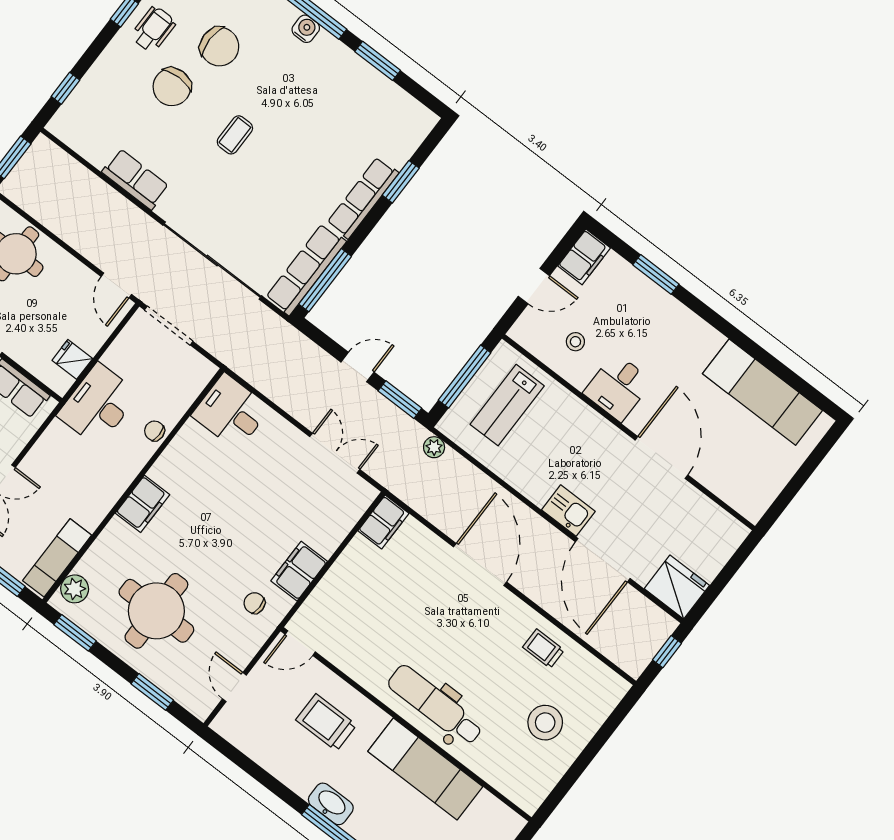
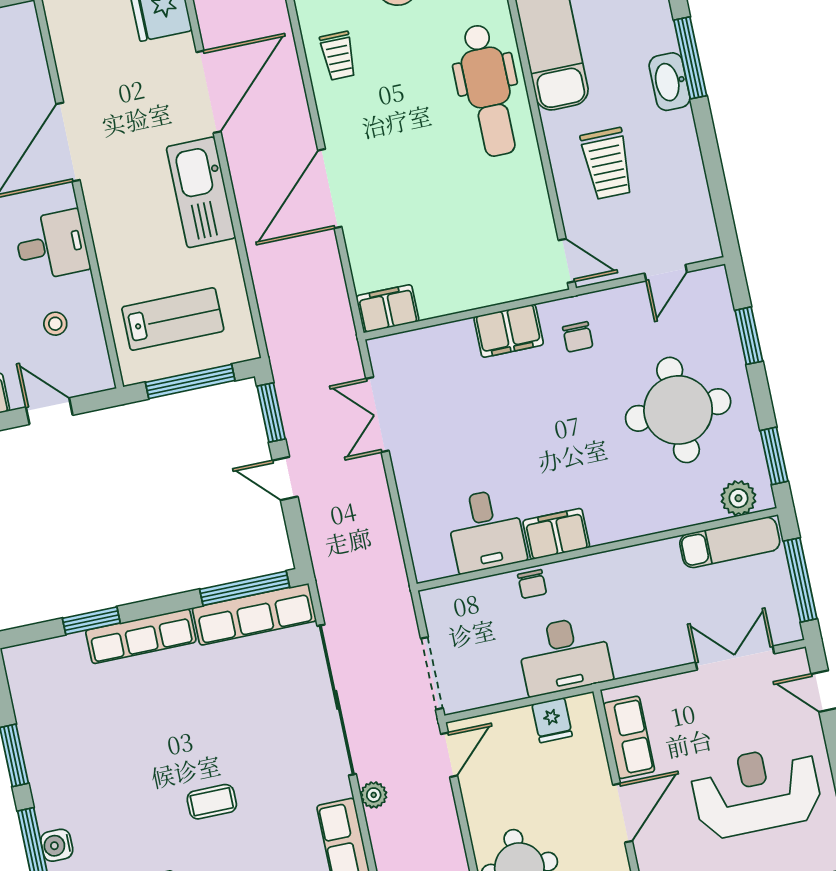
desk: (231, 412) -> (486, 531), moved
plant: (434, 447) -> (374, 795), moved
filing cabinet: (142, 504) -> (556, 534), moved
kitchen sink: (568, 511) -> (201, 192), width x1.88, depth x1.24

